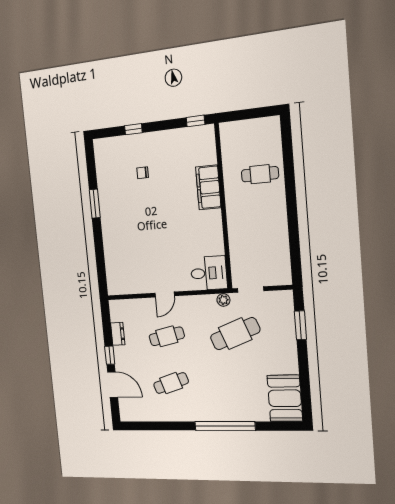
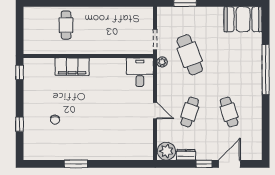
plant: (120, 311) -> (166, 151), added
cafe table: (167, 336) -> (190, 112), turned 30

